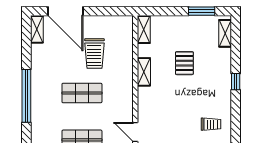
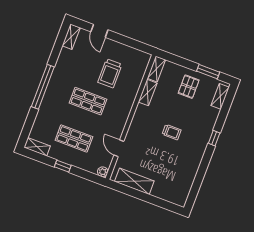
door: (65, 11) -> (99, 31), width x0.53
pallet: (184, 63) -> (189, 87), moved
shelving: (144, 72) -> (148, 93), moved
trolley: (211, 124) -> (172, 132), moved

